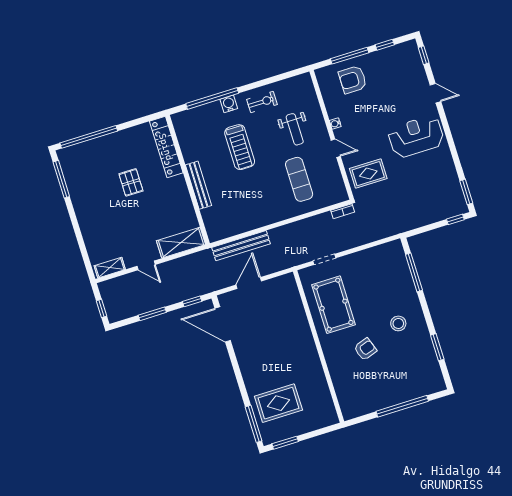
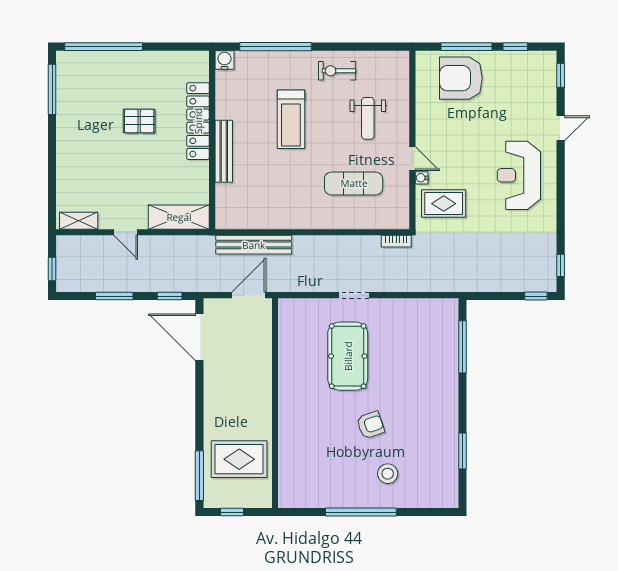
armchair: (353, 80) -> (461, 78), width x1.36, depth x1.36
door: (436, 93) -> (561, 128), hinge flipped
exercise bike: (262, 102) -> (337, 71), turned 180
water cooler: (229, 104) -> (225, 60), moved
water cooler: (335, 124) -> (422, 178), moved
reception desk: (416, 136) -> (519, 175), turned -90
locker: (166, 147) -> (198, 121), moved
exercise mat: (299, 179) -> (354, 183), turned 90
pallet: (131, 182) -> (139, 121), turned 90
window: (466, 192) -> (561, 265), width x0.67
stool: (398, 323) -> (388, 474), moved
wall: (319, 346) -> (275, 403), moved
window: (402, 406) -> (361, 512), moved
window: (285, 443) -> (232, 512), width x0.67

